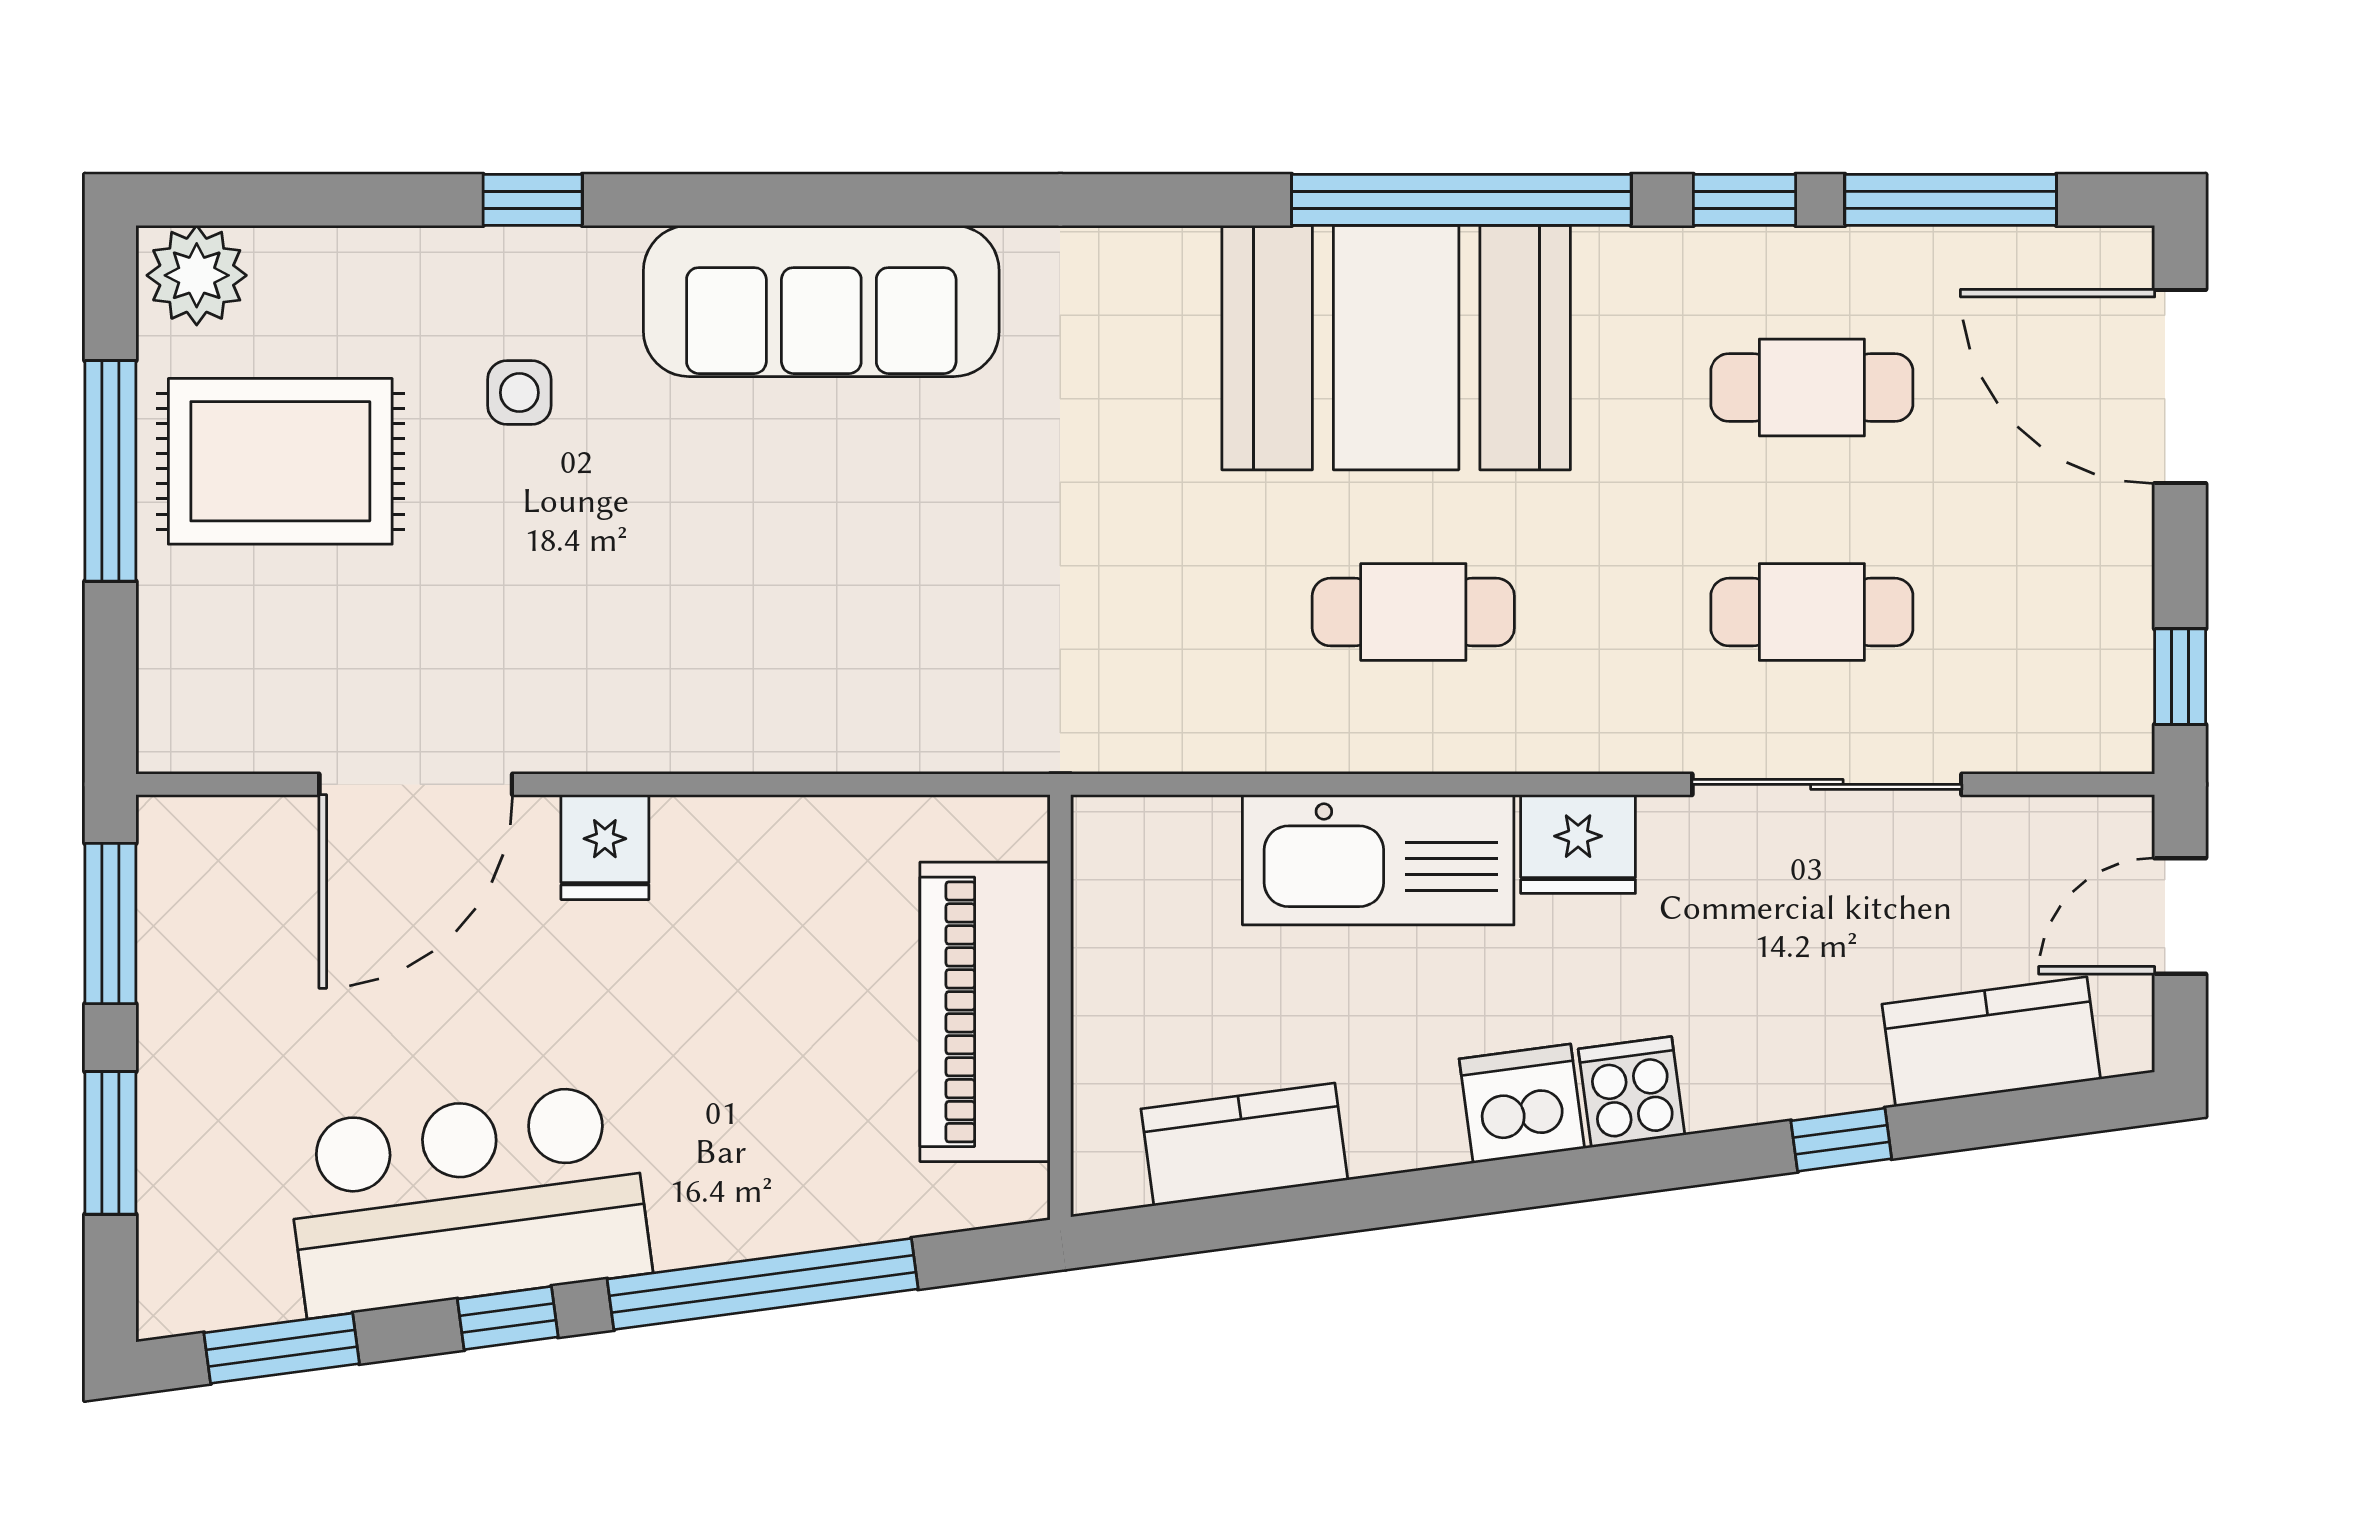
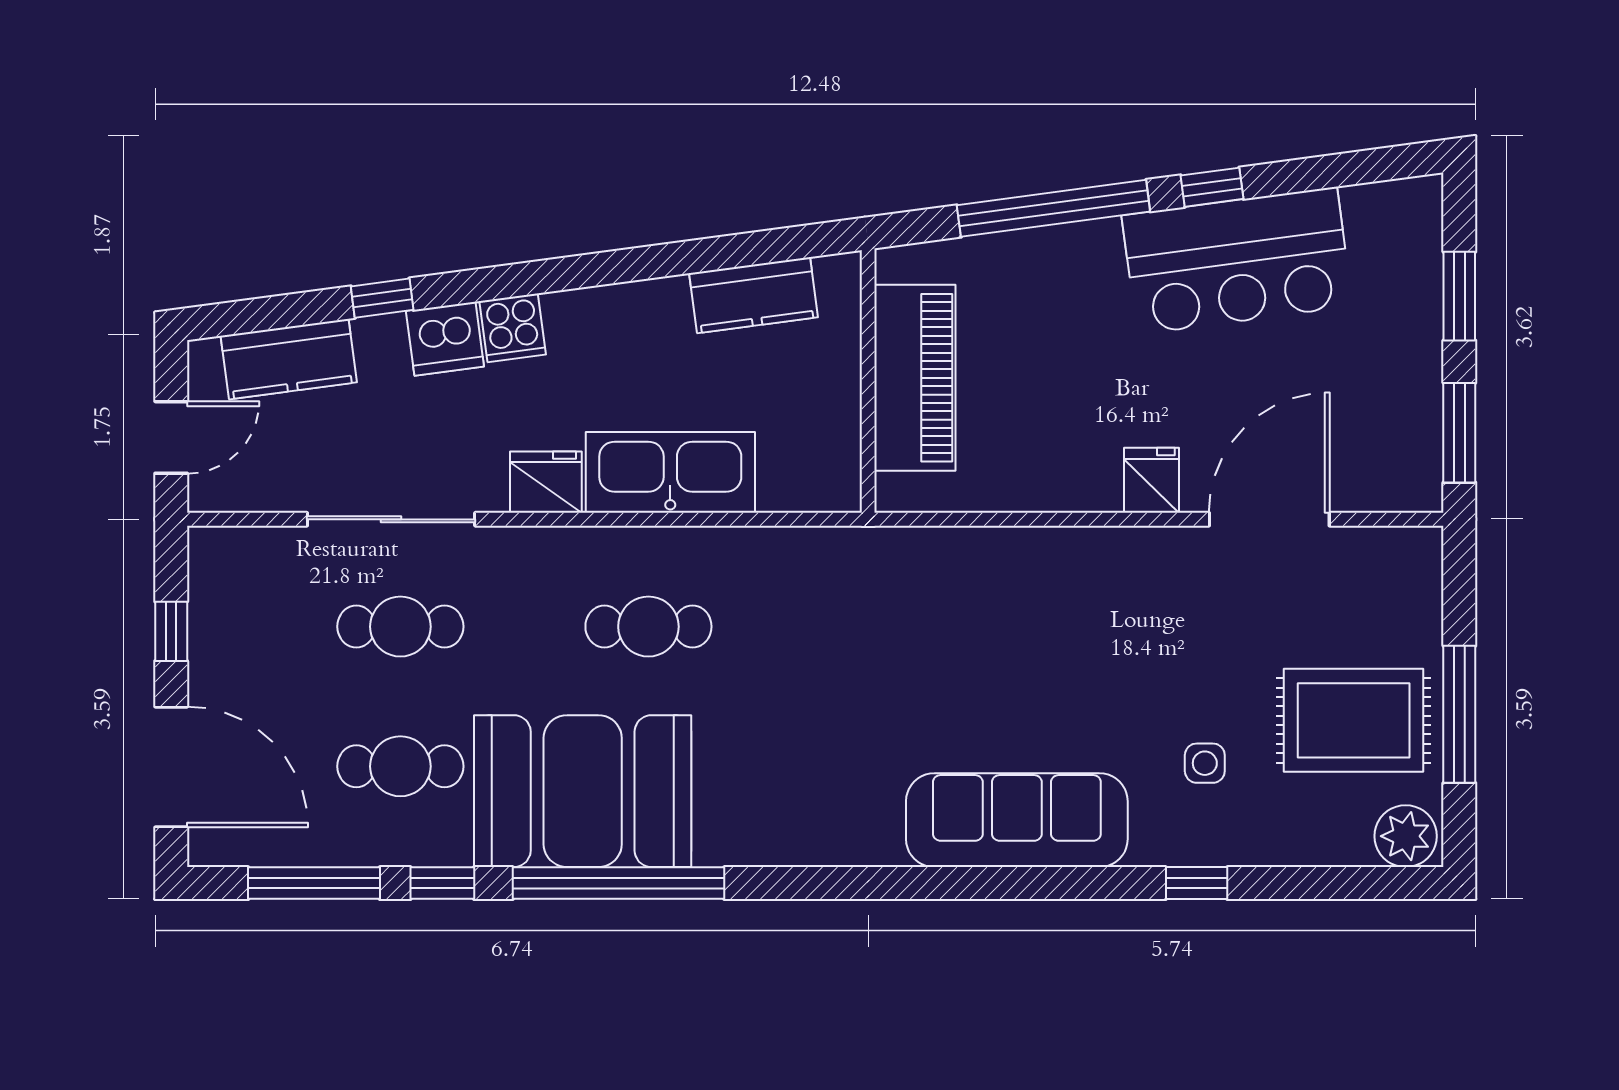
booth: (1396, 348) -> (583, 791), moved
window: (2180, 677) -> (171, 631), moved
dishwasher: (1522, 1104) -> (445, 339), moved
window: (282, 1348) -> (1353, 168), removed

